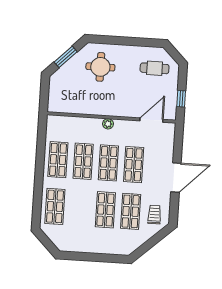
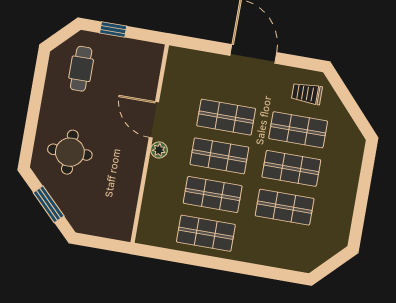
window: (181, 99) -> (113, 29), moved
door: (151, 120) -> (154, 120), moved
shop shelf: (55, 206) -> (285, 207), moved

